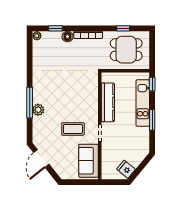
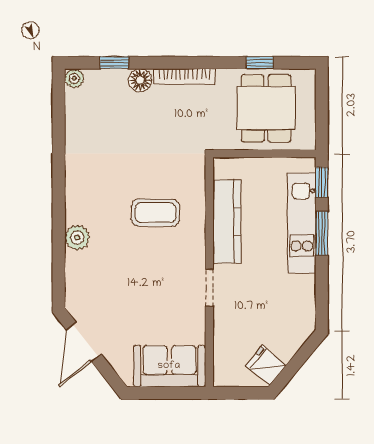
dining table: (126, 50) -> (266, 108), turned 90
window: (30, 103) -> (59, 222), removed
window: (152, 120) -> (322, 233), moved
coffee table: (73, 129) -> (155, 213), moved
sofa: (88, 161) -> (169, 366), moved, turned 90

